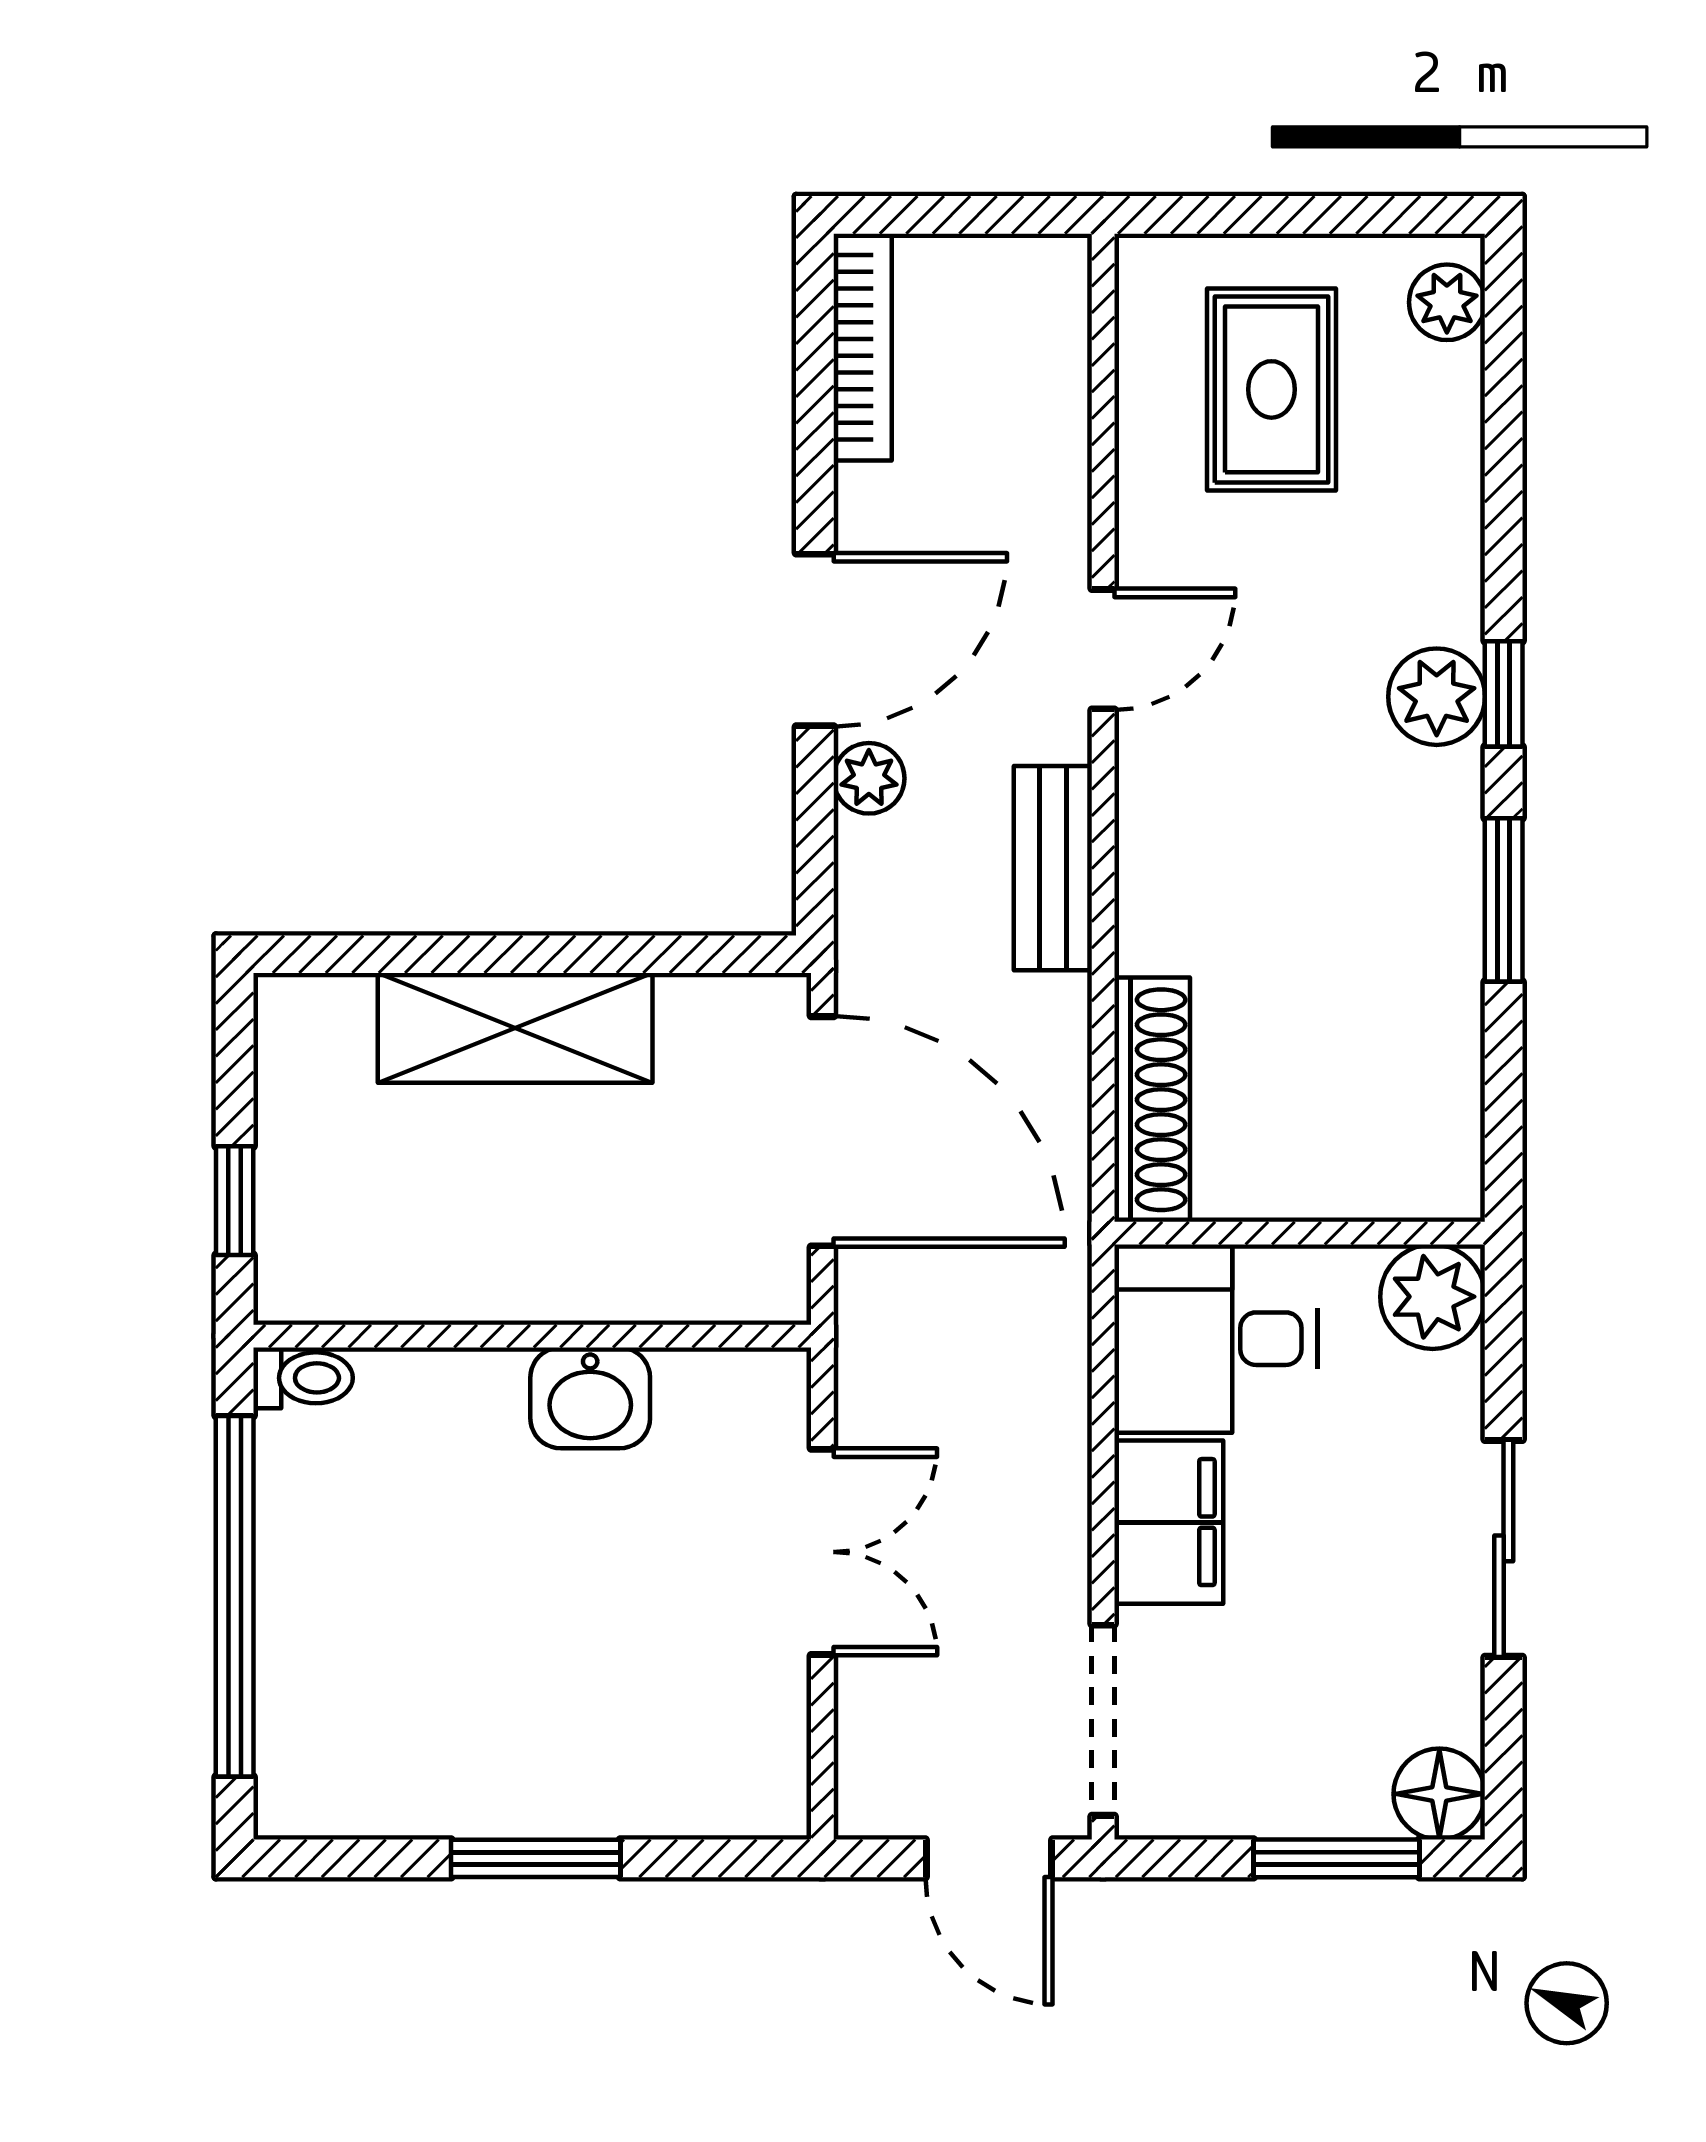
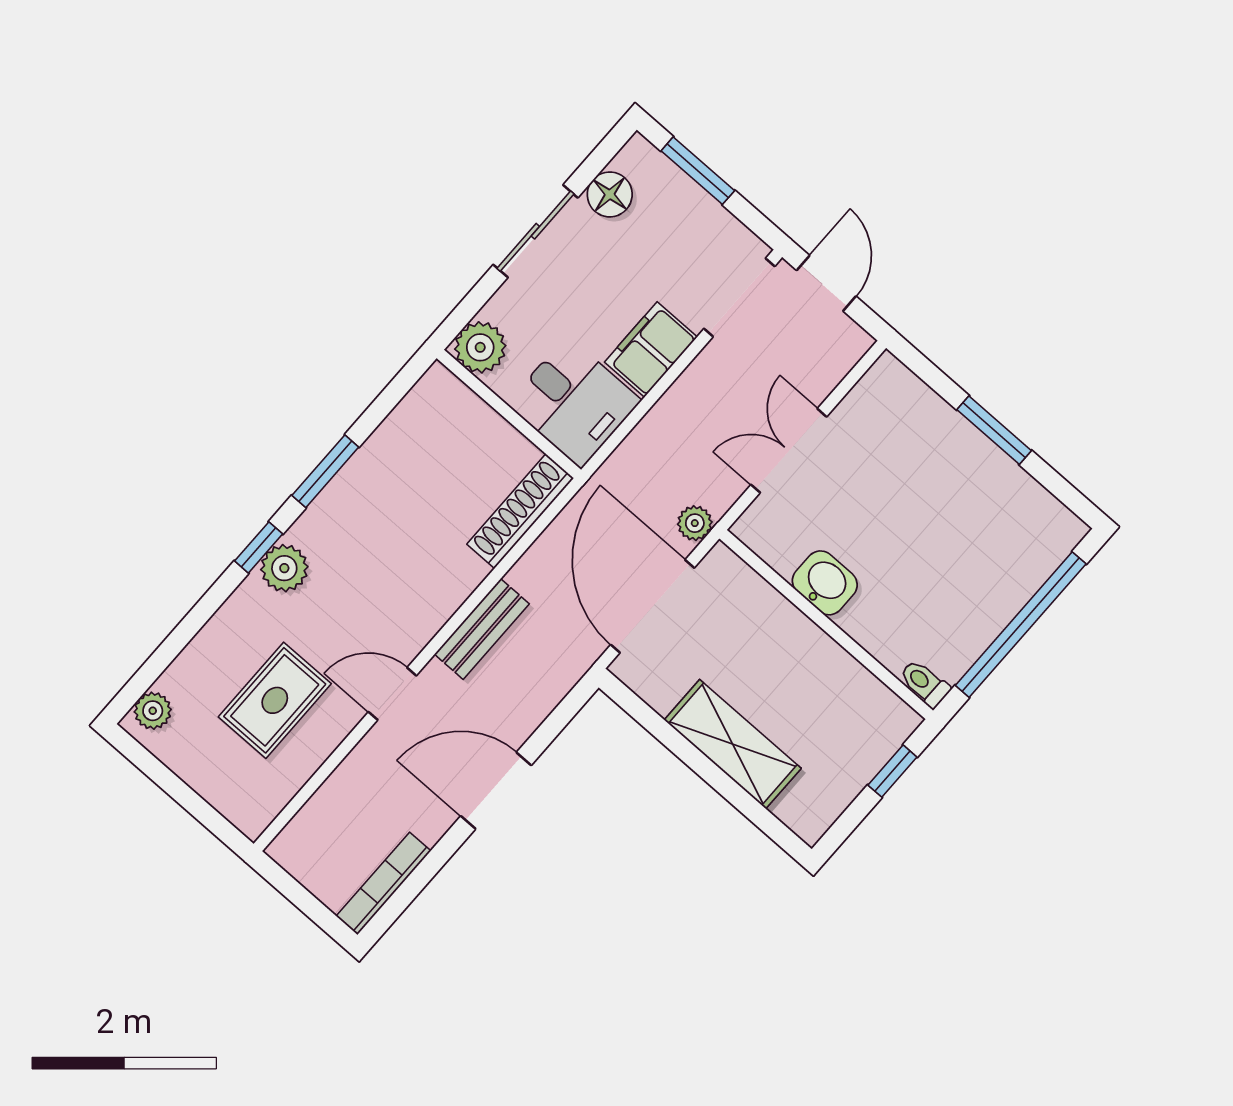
rug: (1271, 389) -> (275, 700), moved
plant: (869, 778) -> (695, 523), moved
floor lamp: (1439, 1794) -> (610, 194), moved

